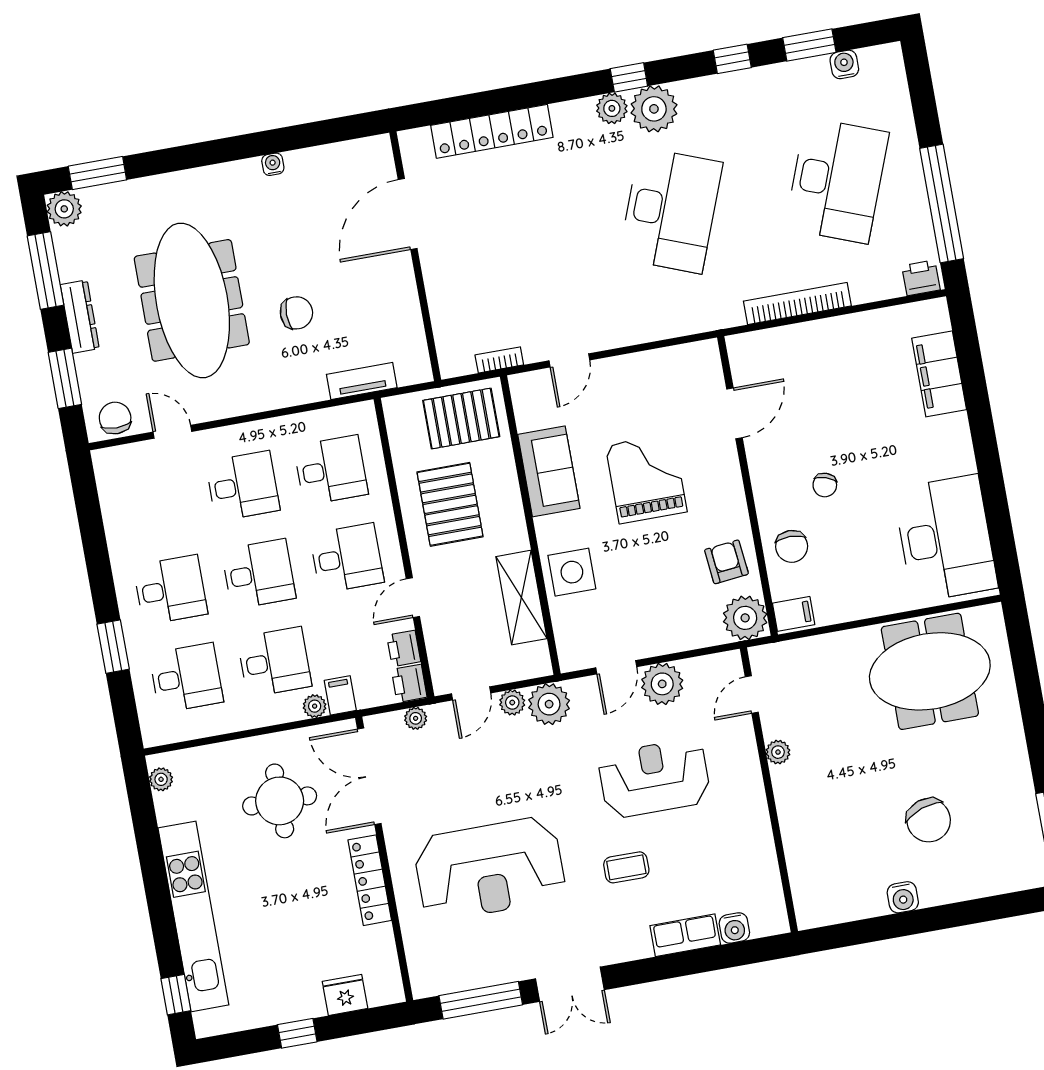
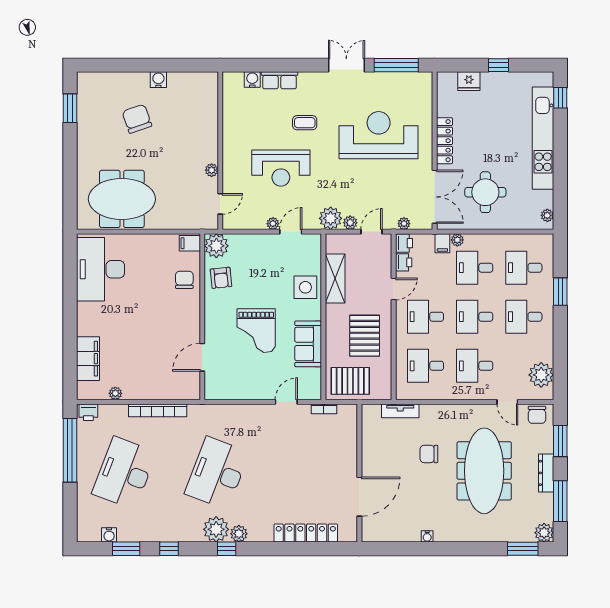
plant: (879, 321) -> (115, 393), added
chair: (825, 485) -> (160, 310), removed
plant: (120, 491) -> (541, 375), added
plant: (662, 684) -> (273, 224), width x0.53, depth x0.53

